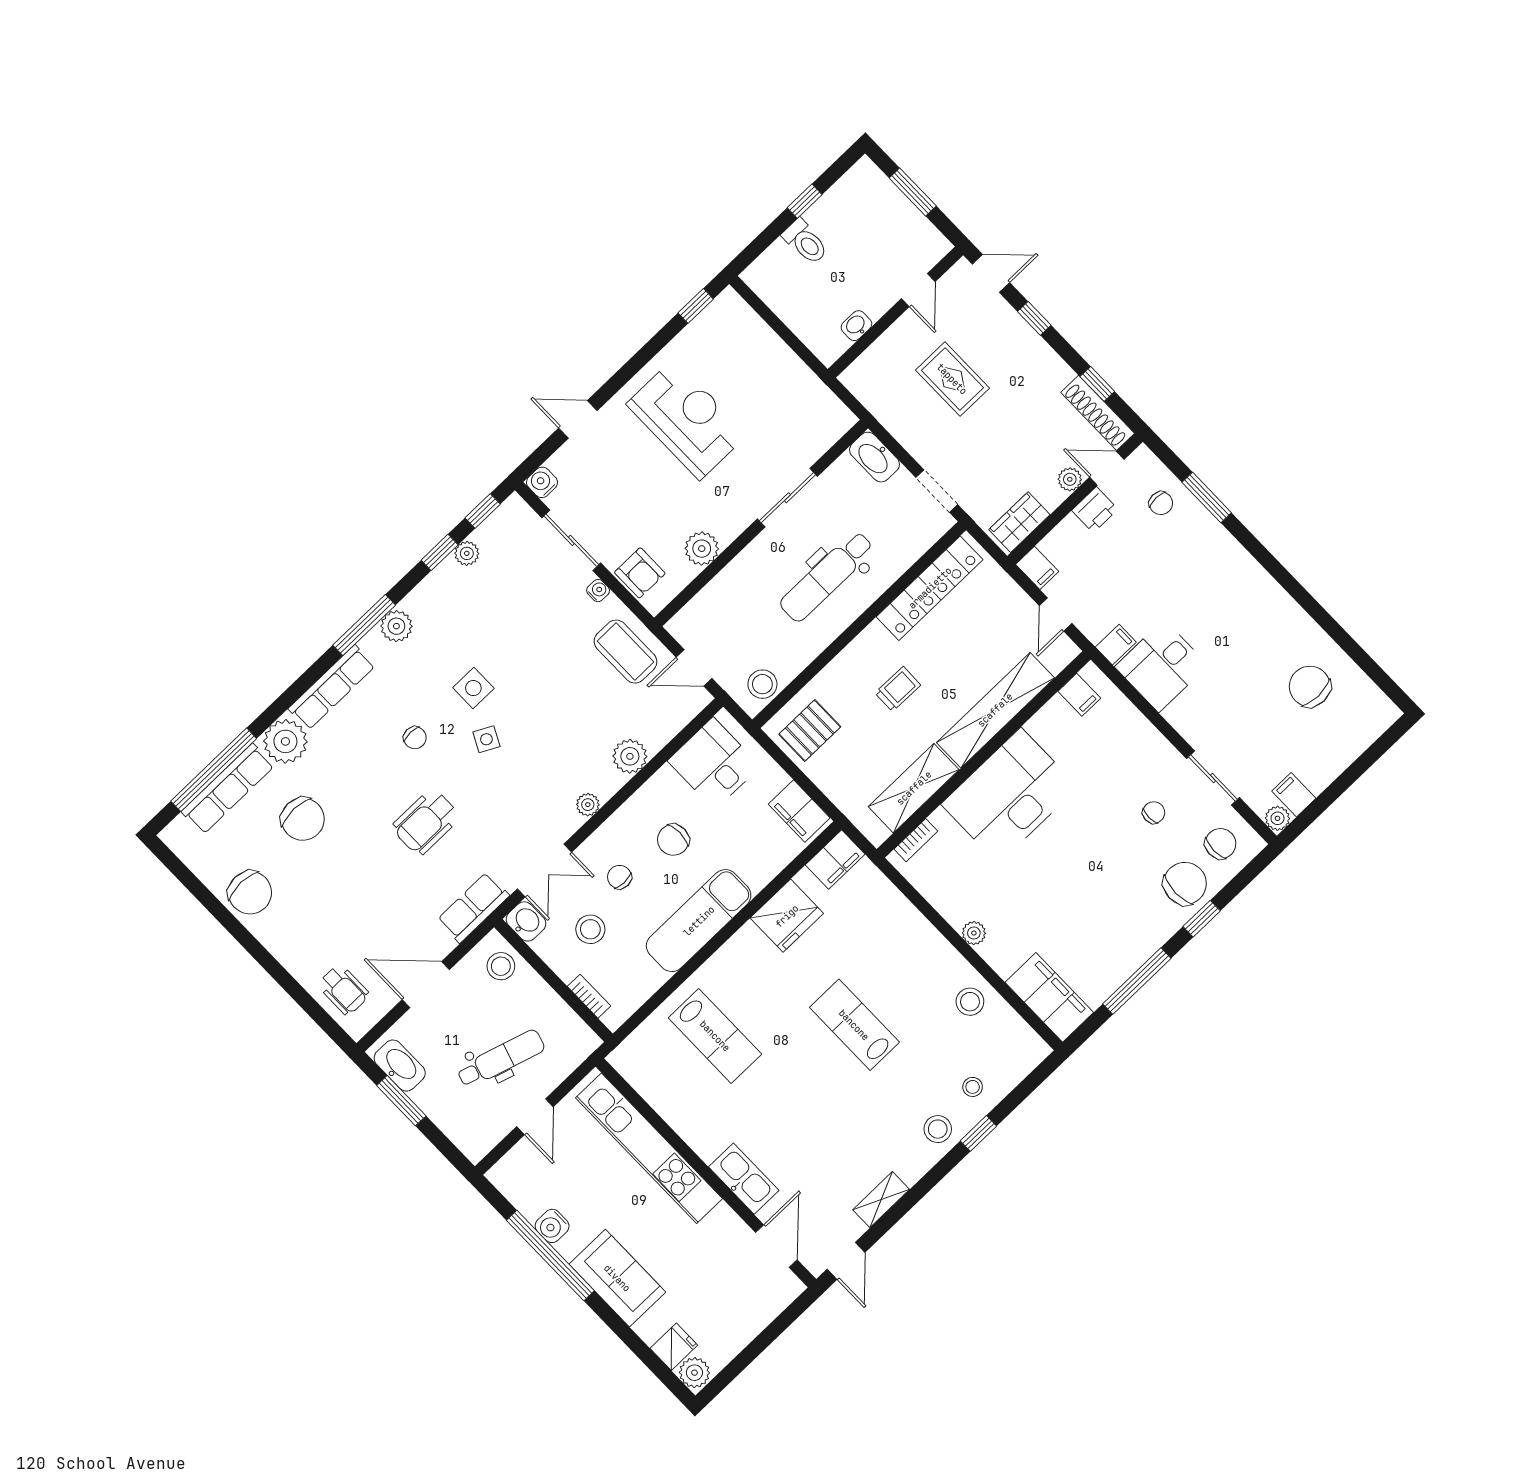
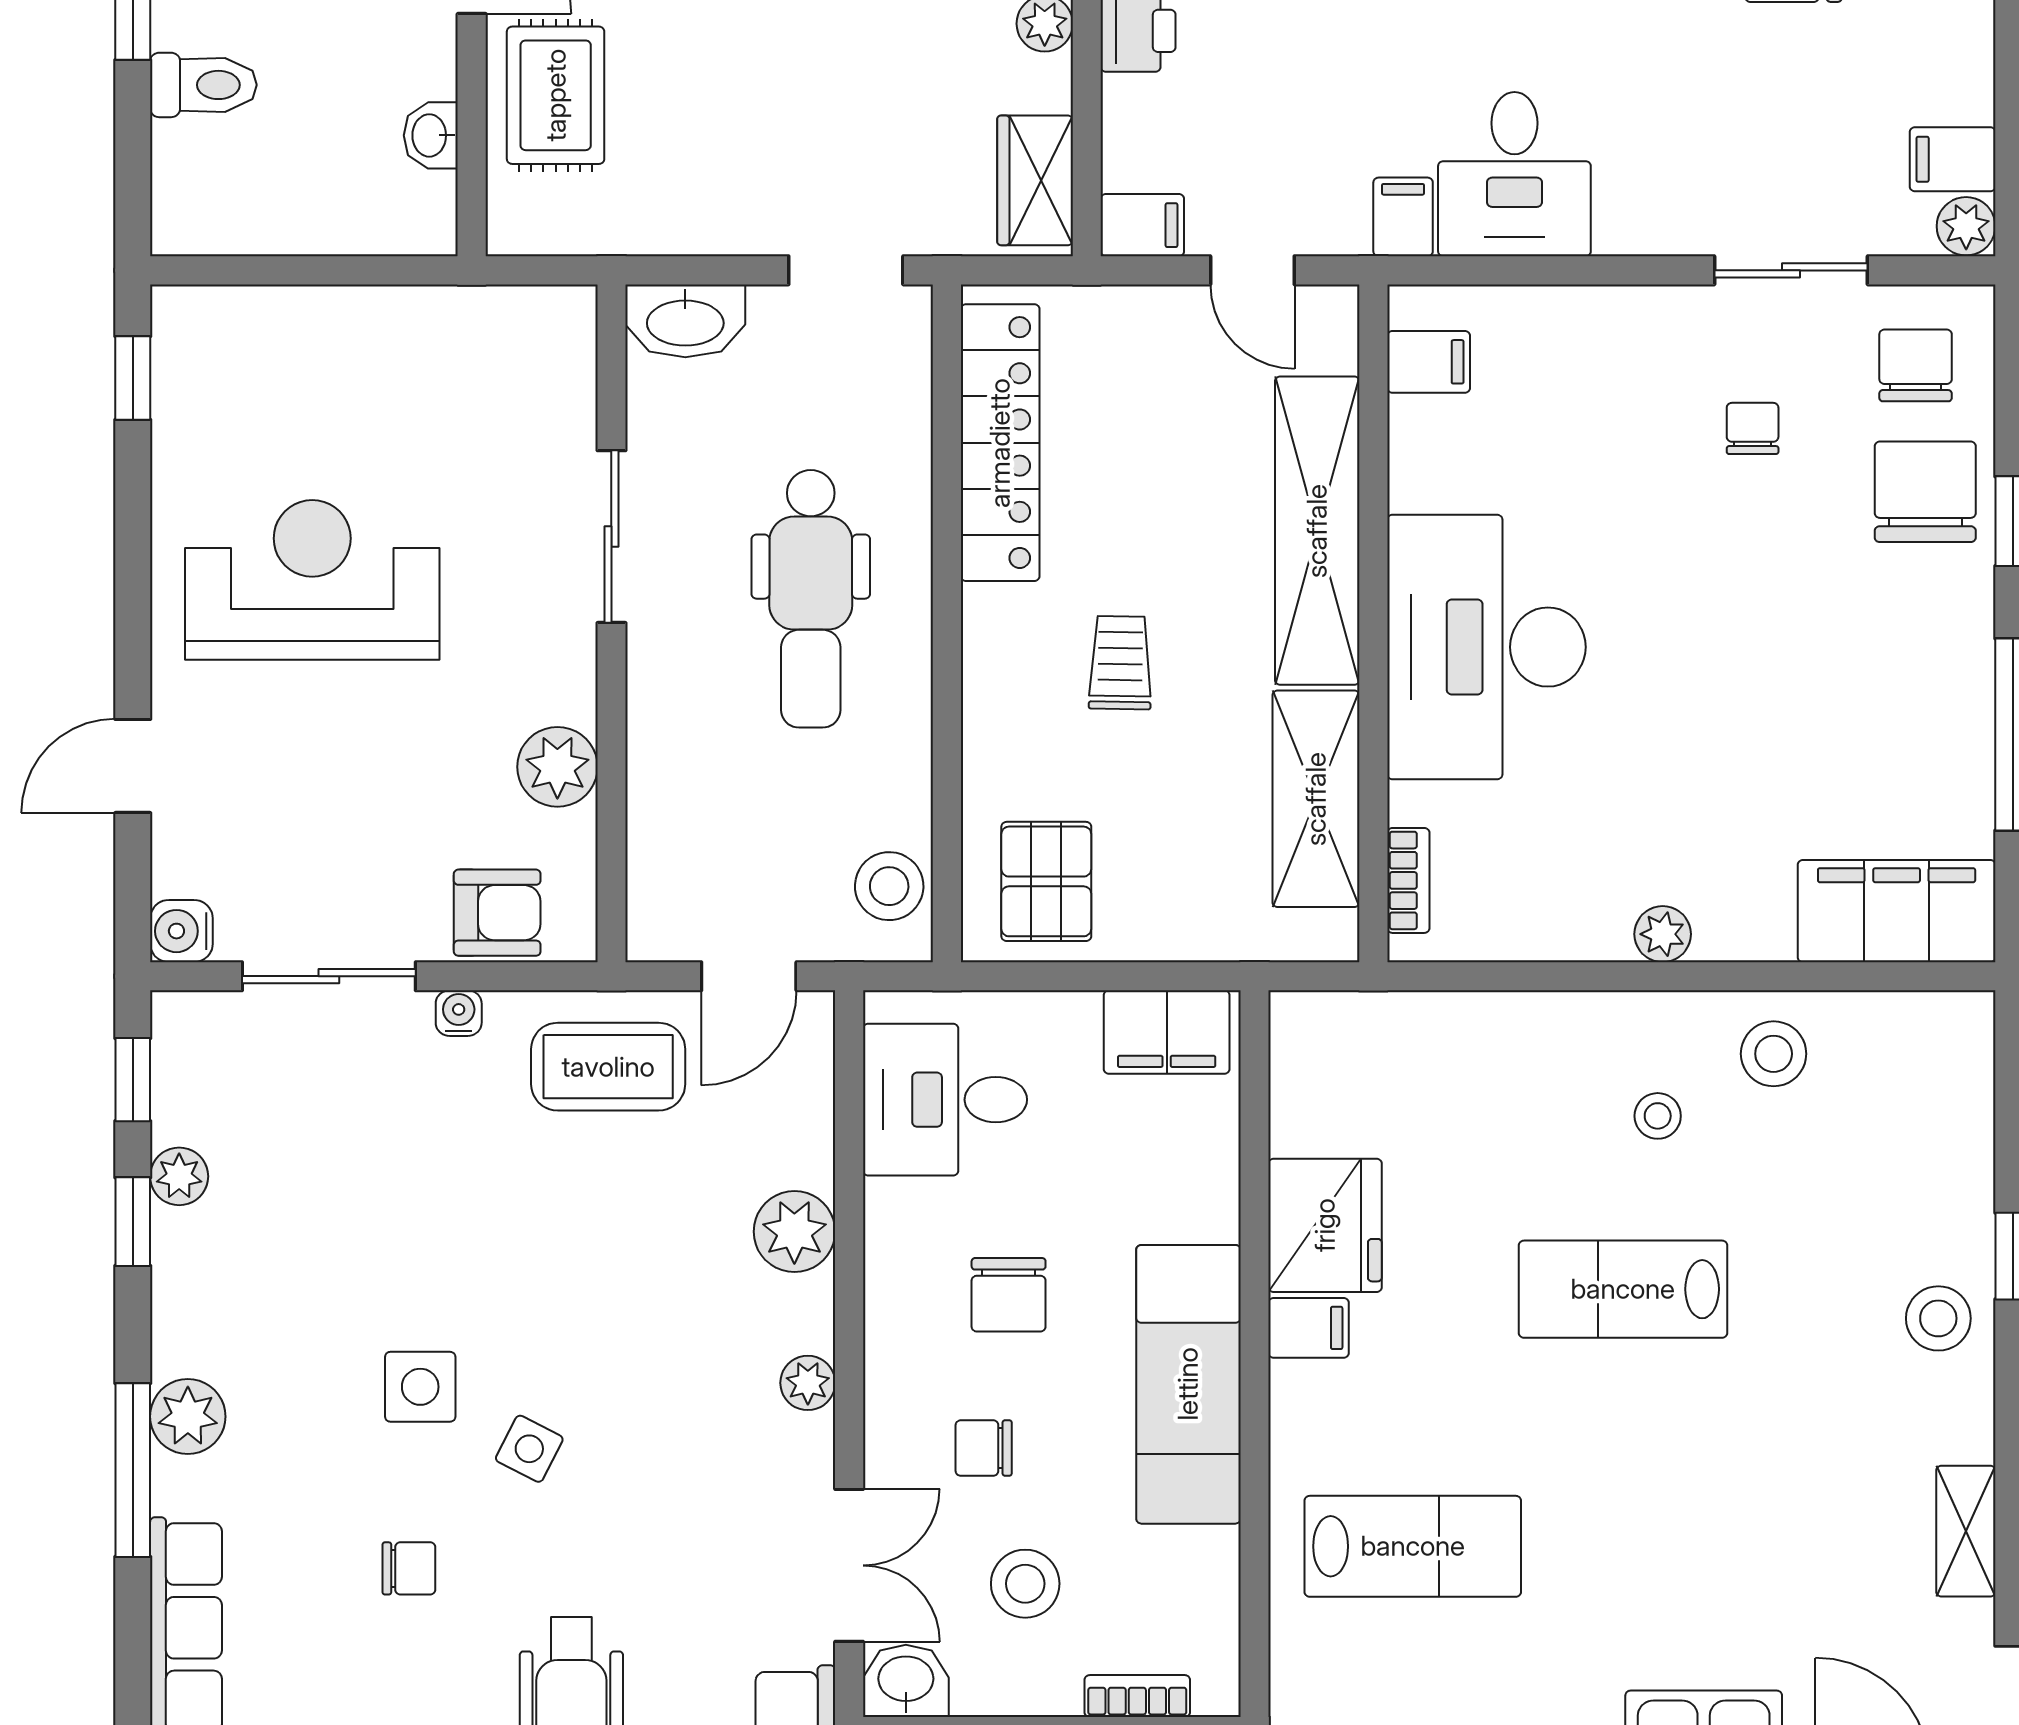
rug: (952, 379) -> (556, 95), moved, turned 90
filing cabinet: (835, 859) -> (1309, 1328), moved, width x0.50
stool: (973, 1087) -> (1658, 1116), moved

